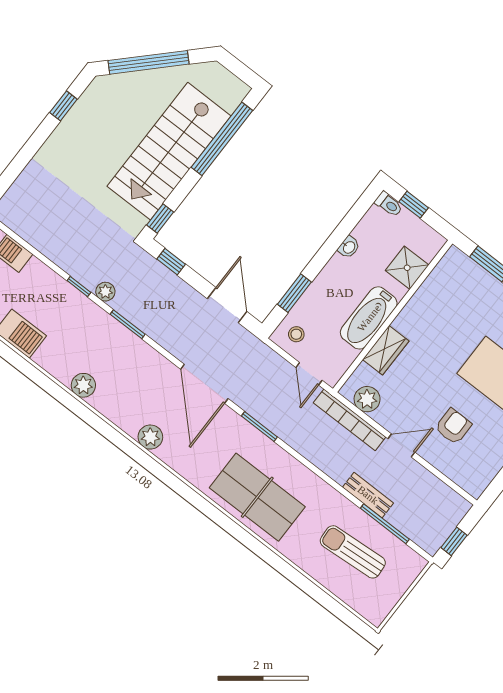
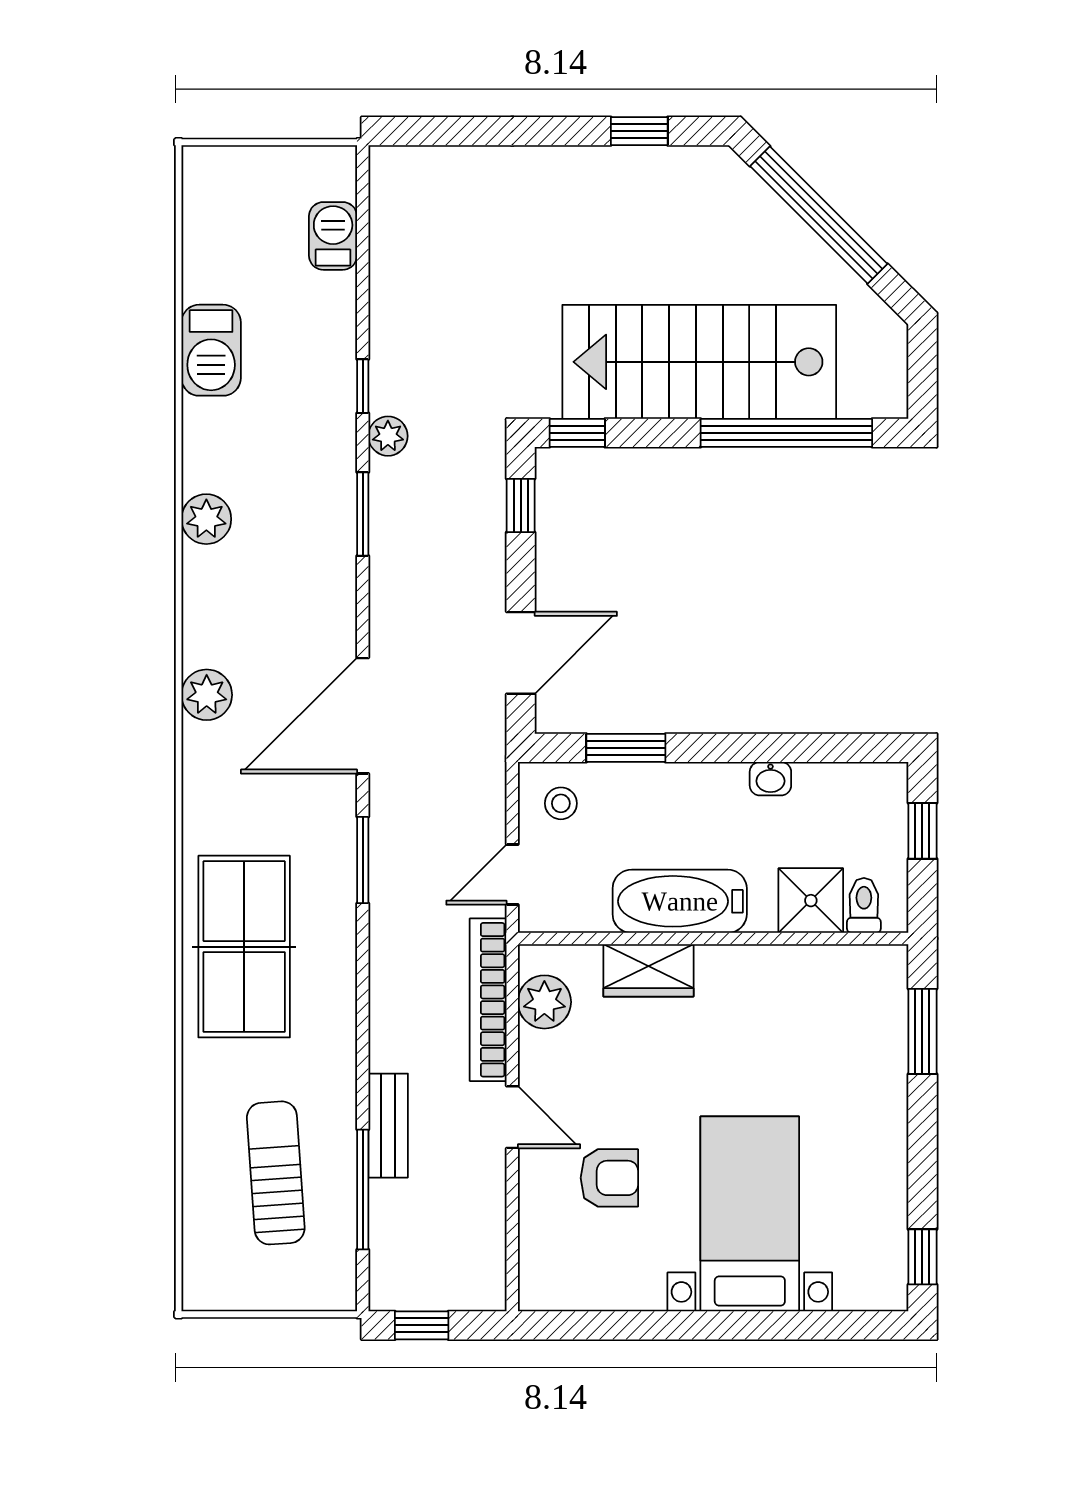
toilet: (389, 204) -> (864, 905), moved, turned 180

